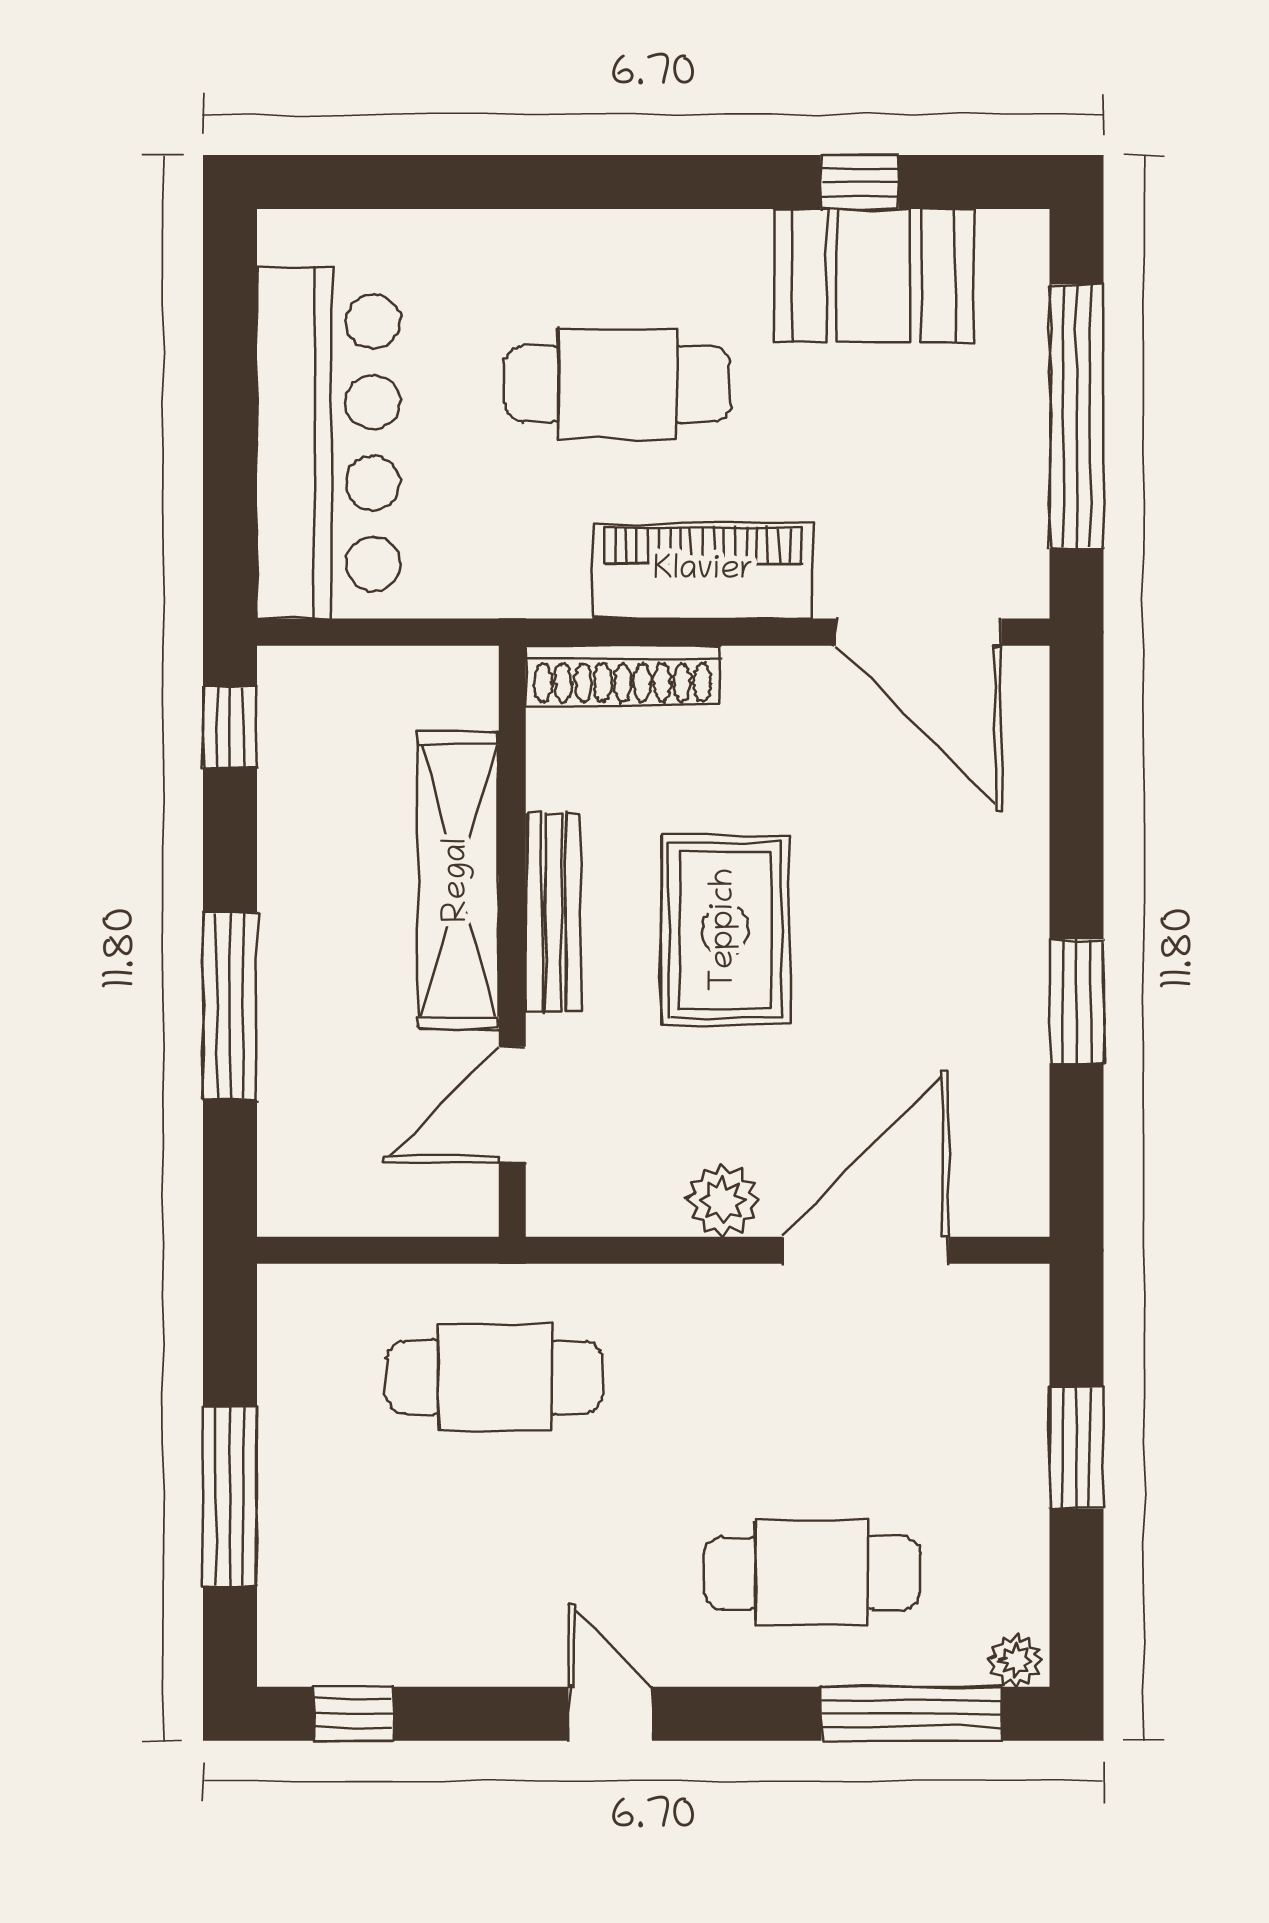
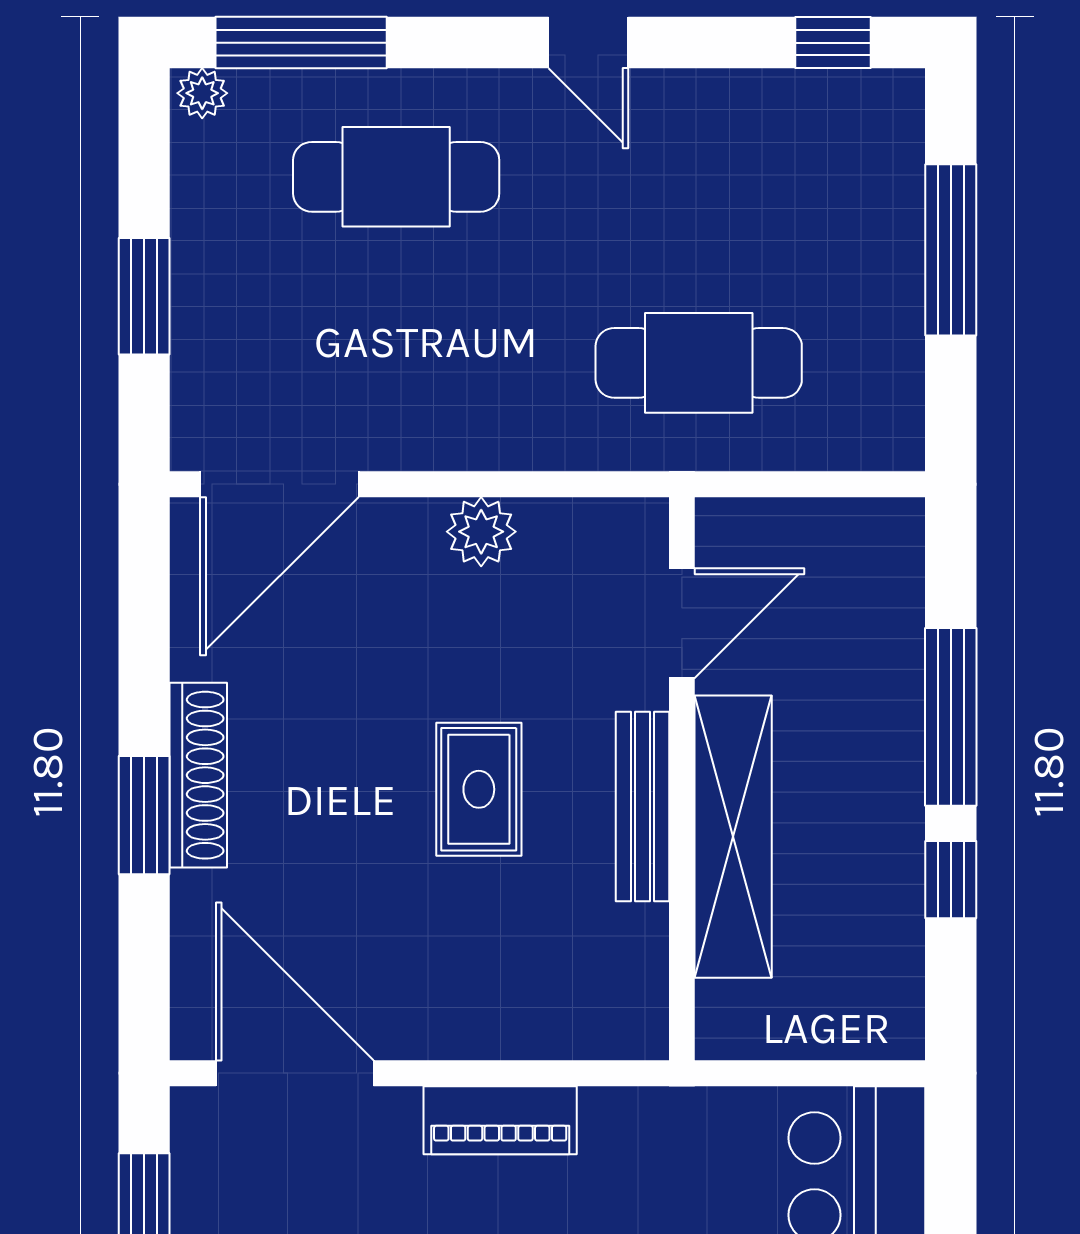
piano: (703, 571) -> (500, 1120), width x0.73, depth x0.75
shoe rack: (623, 676) -> (198, 775), moved, turned 90
window: (230, 727) -> (951, 880), moved
rug: (725, 930) -> (479, 789), width x0.73, depth x0.70
window: (1077, 1001) -> (144, 815), moved
door: (865, 1250) -> (279, 484), moved

